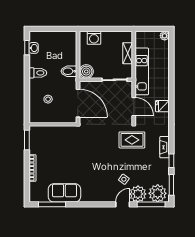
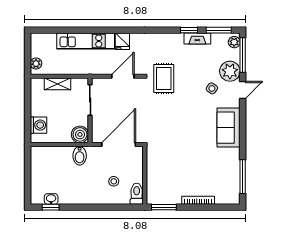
plant: (165, 36) -> (36, 64), moved
kitchen unit: (142, 71) -> (86, 41), moved, turned 180
toilet: (38, 73) -> (137, 194), moved
fireplace: (165, 147) -> (197, 39), moved
sofa: (64, 193) -> (229, 128), moved
plant: (158, 193) -> (234, 42), width x0.53, depth x0.53
door: (123, 204) -> (243, 90), swing flipped

